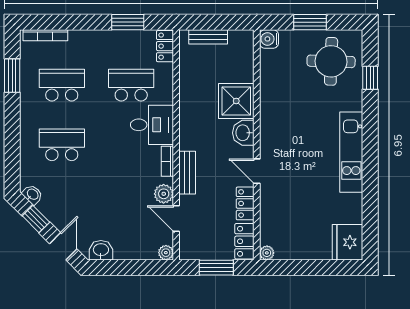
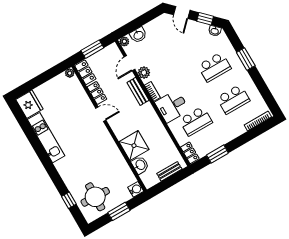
window: (12, 76) -> (246, 59), moved
washbasin: (243, 133) -> (140, 165), moved
kitchen unit: (351, 152) -> (46, 138), moved
door: (176, 219) -> (129, 63), swing flipped
washbasin: (101, 250) -> (138, 35), moved

